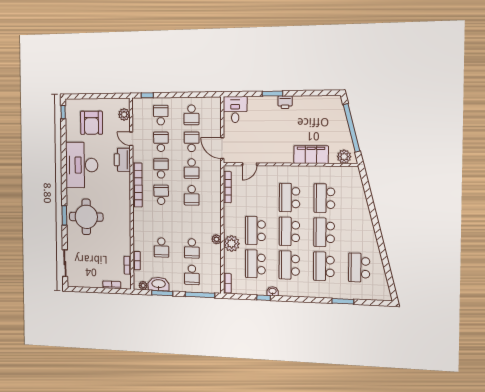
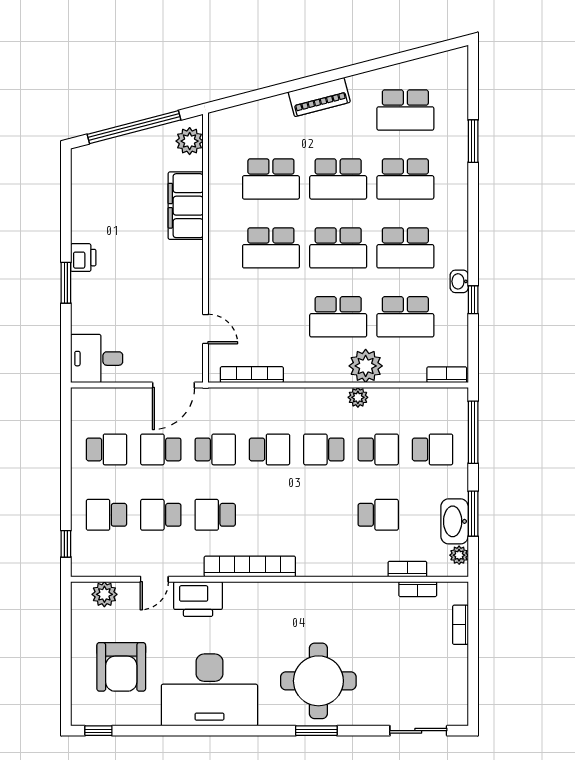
armchair: (91, 123) -> (121, 667), turned 90
school desk: (161, 195) -> (324, 449), moved
piano: (366, 224) -> (319, 97), added

